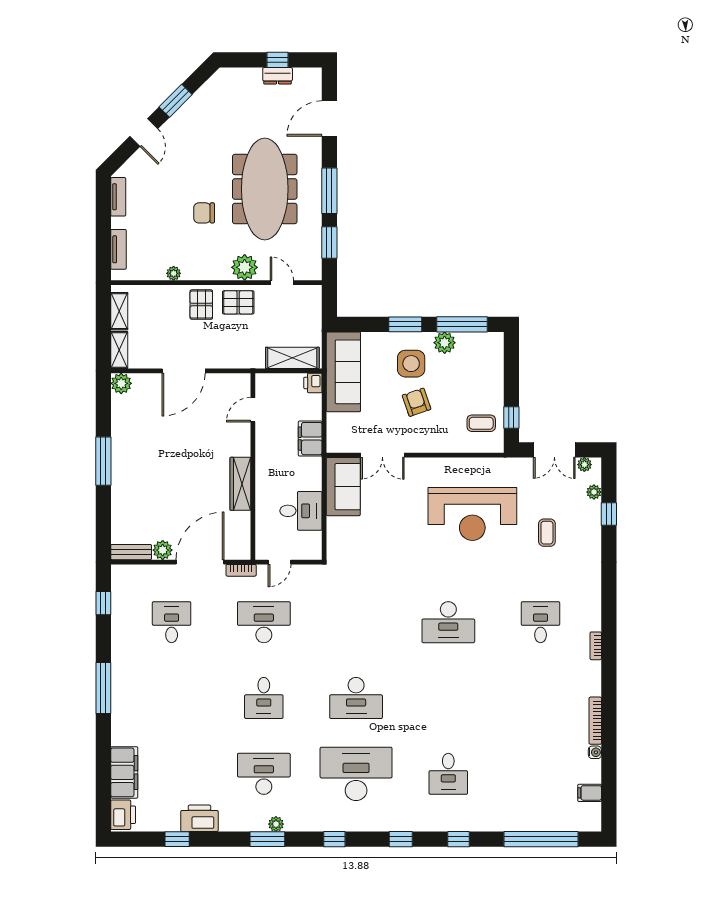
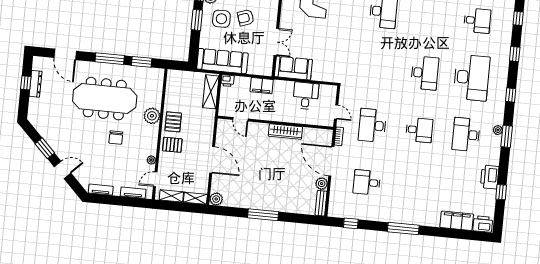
dresser: (278, 76) -> (36, 84), width x1.44
door: (282, 283) -> (155, 179), moved
desk: (356, 774) -> (472, 78), turned 180

